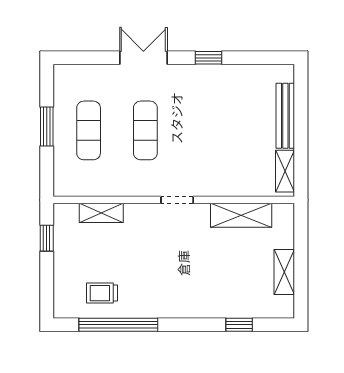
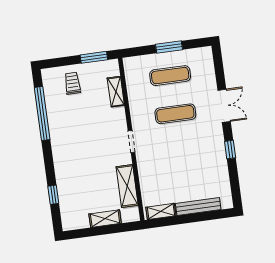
window: (47, 238) -> (94, 57), width x1.50
shelving: (284, 272) -> (105, 219), moved
trolley: (102, 293) -> (72, 83), moved

